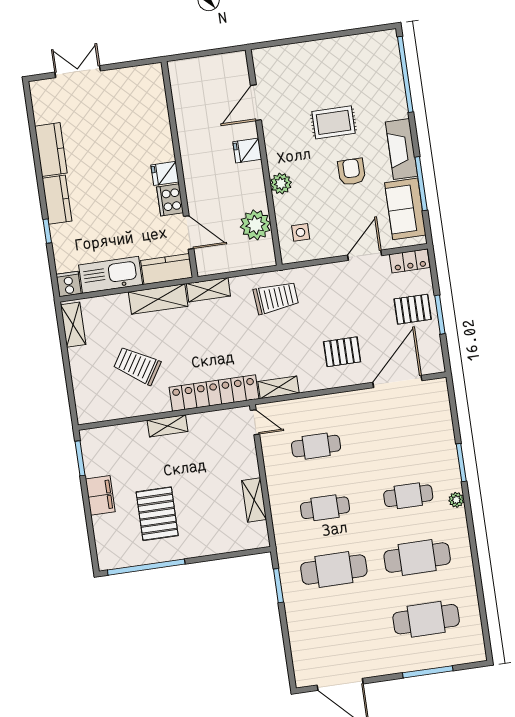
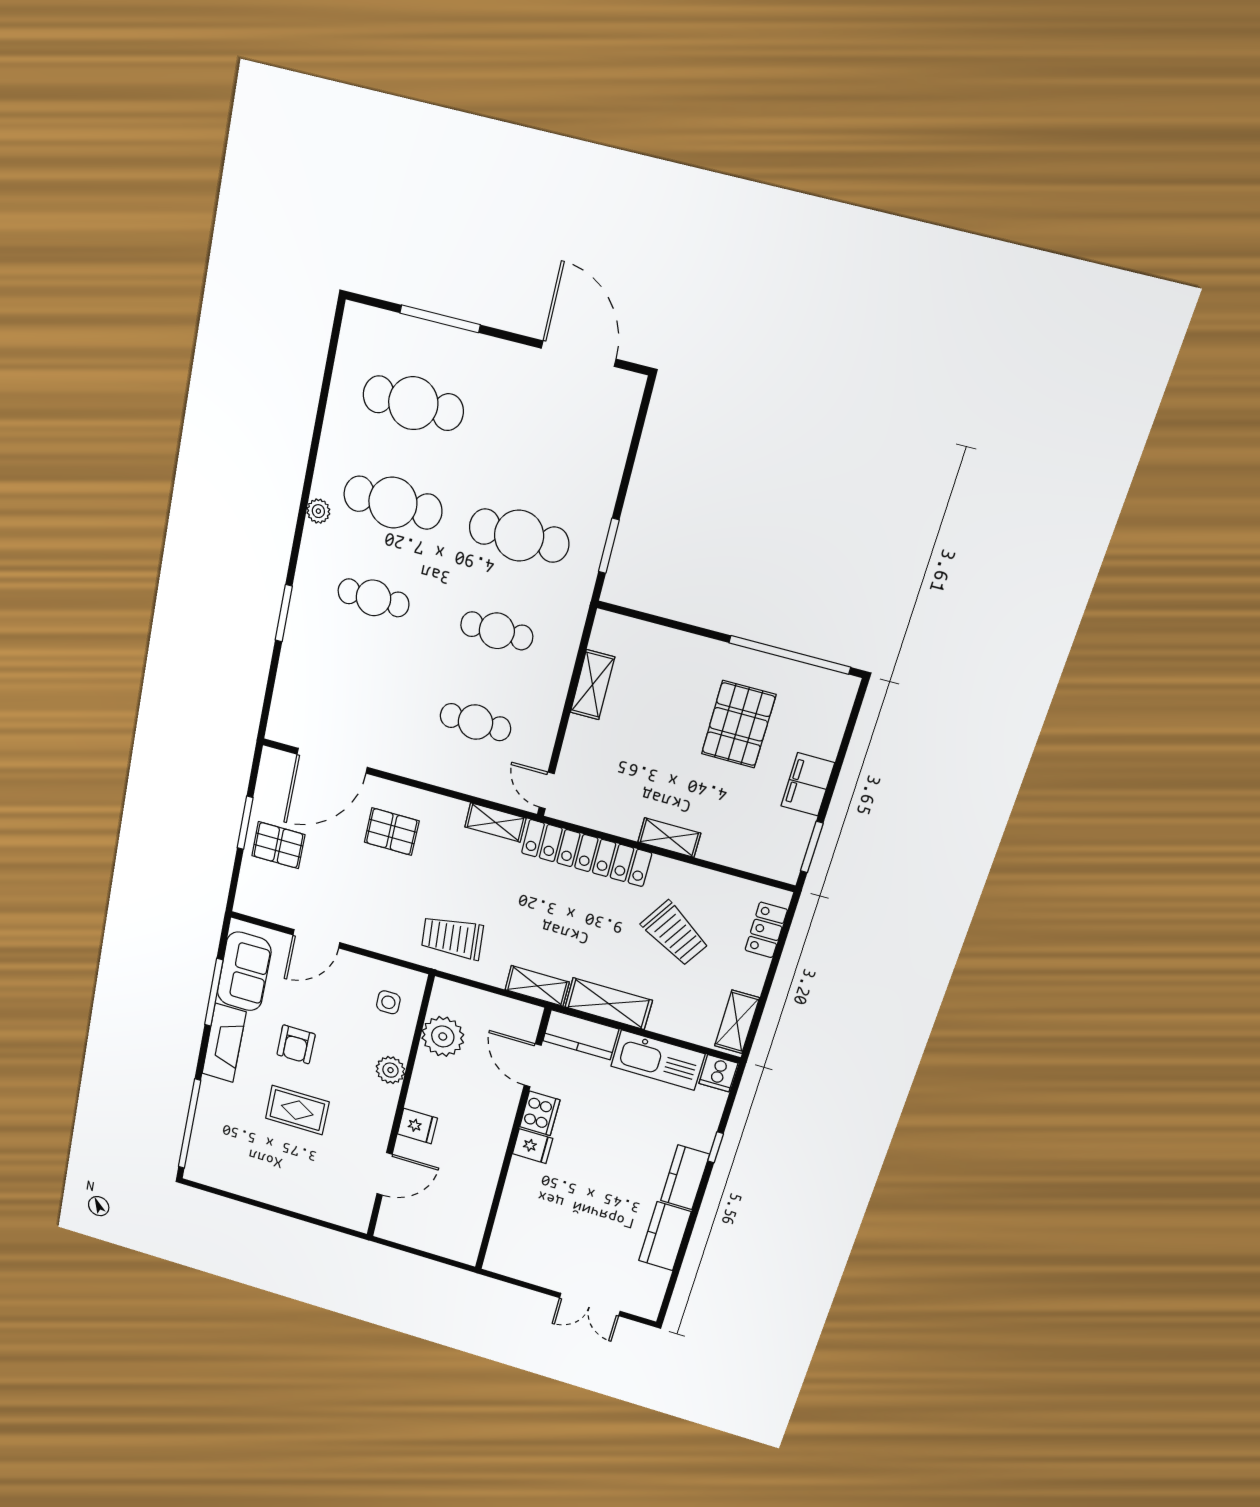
locker: (410, 261) -> (766, 930), moved, turned -90
plant: (456, 500) -> (318, 511), moved

